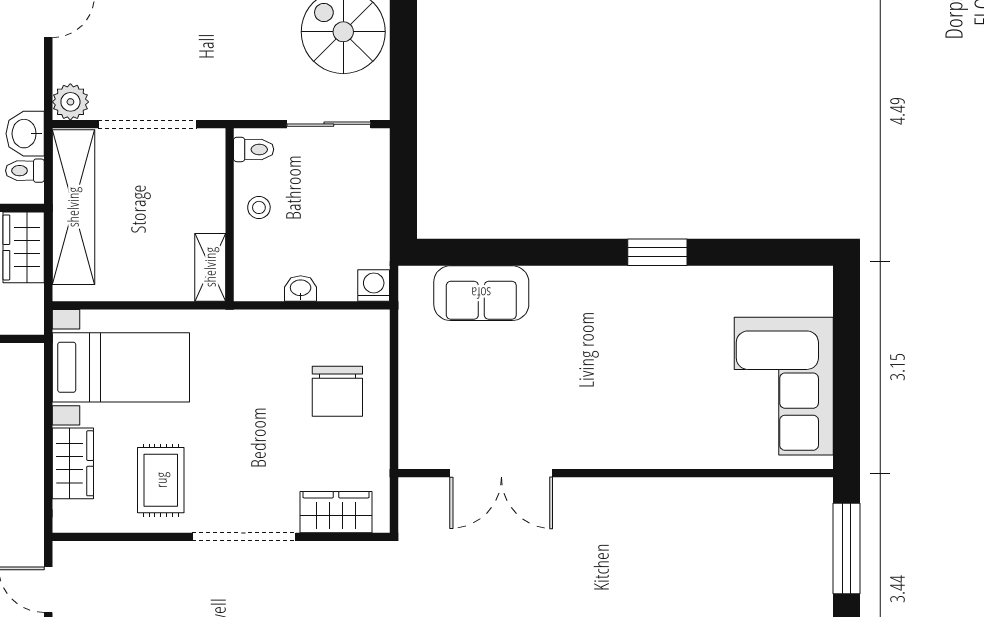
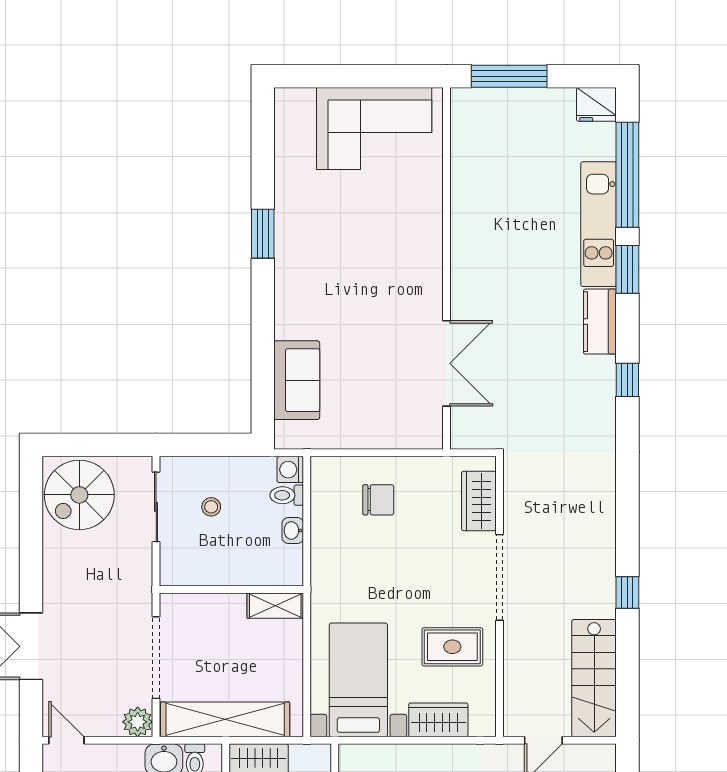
toilet: (254, 149) -> (287, 495), moved, turned -90
stool: (259, 207) -> (211, 507), moved
chair: (337, 391) -> (378, 500), width x0.73, depth x0.73

